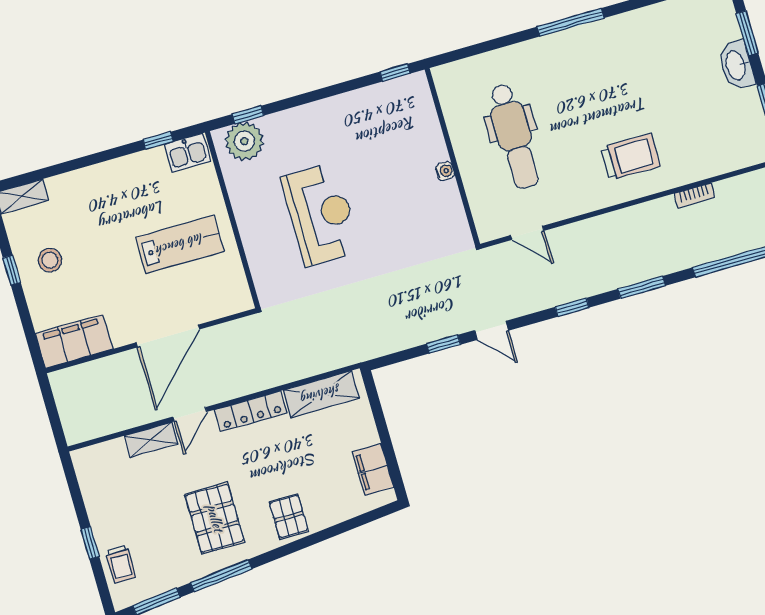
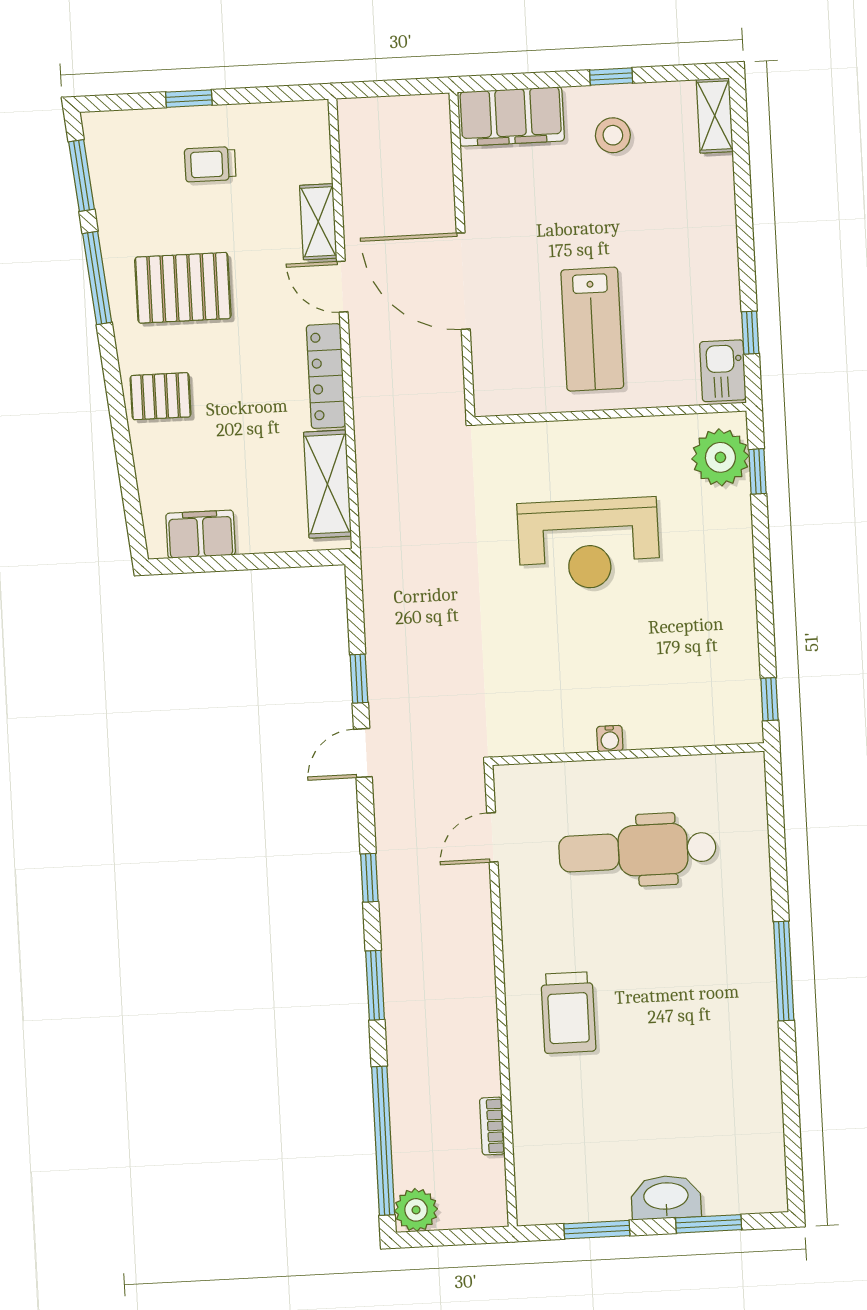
bookcase: (695, 196) -> (492, 1126), moved
filing cabinet: (74, 341) -> (511, 116), moved, turned 90
trolley: (121, 564) -> (210, 164), moved

